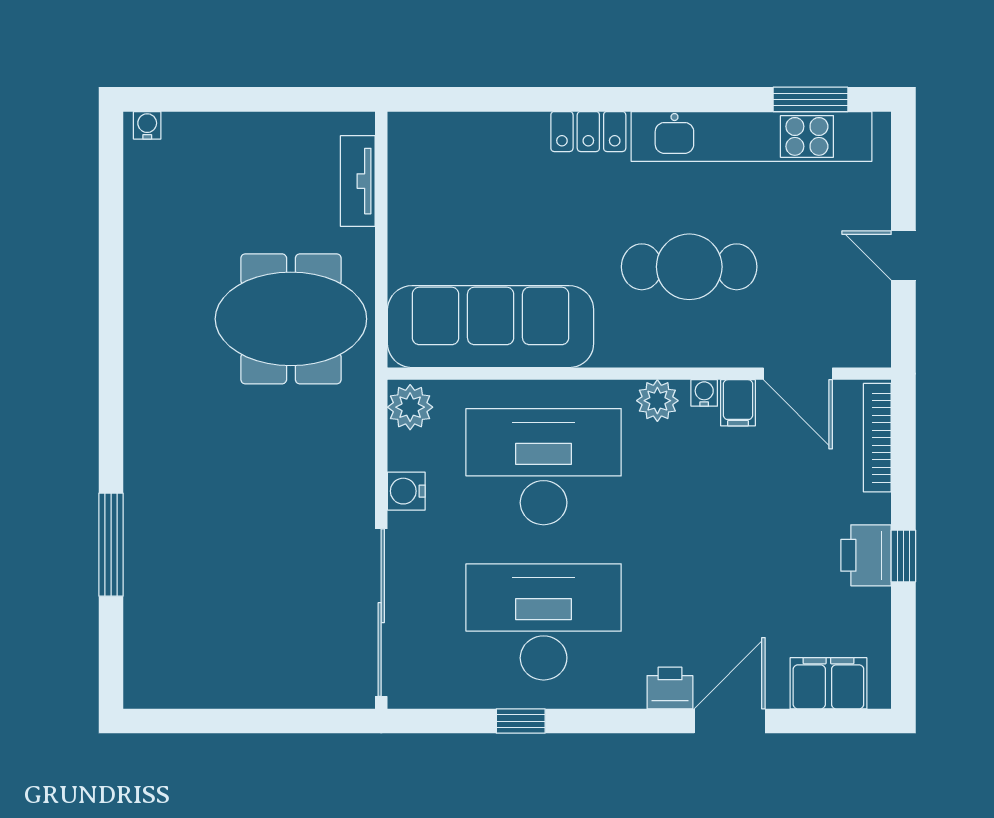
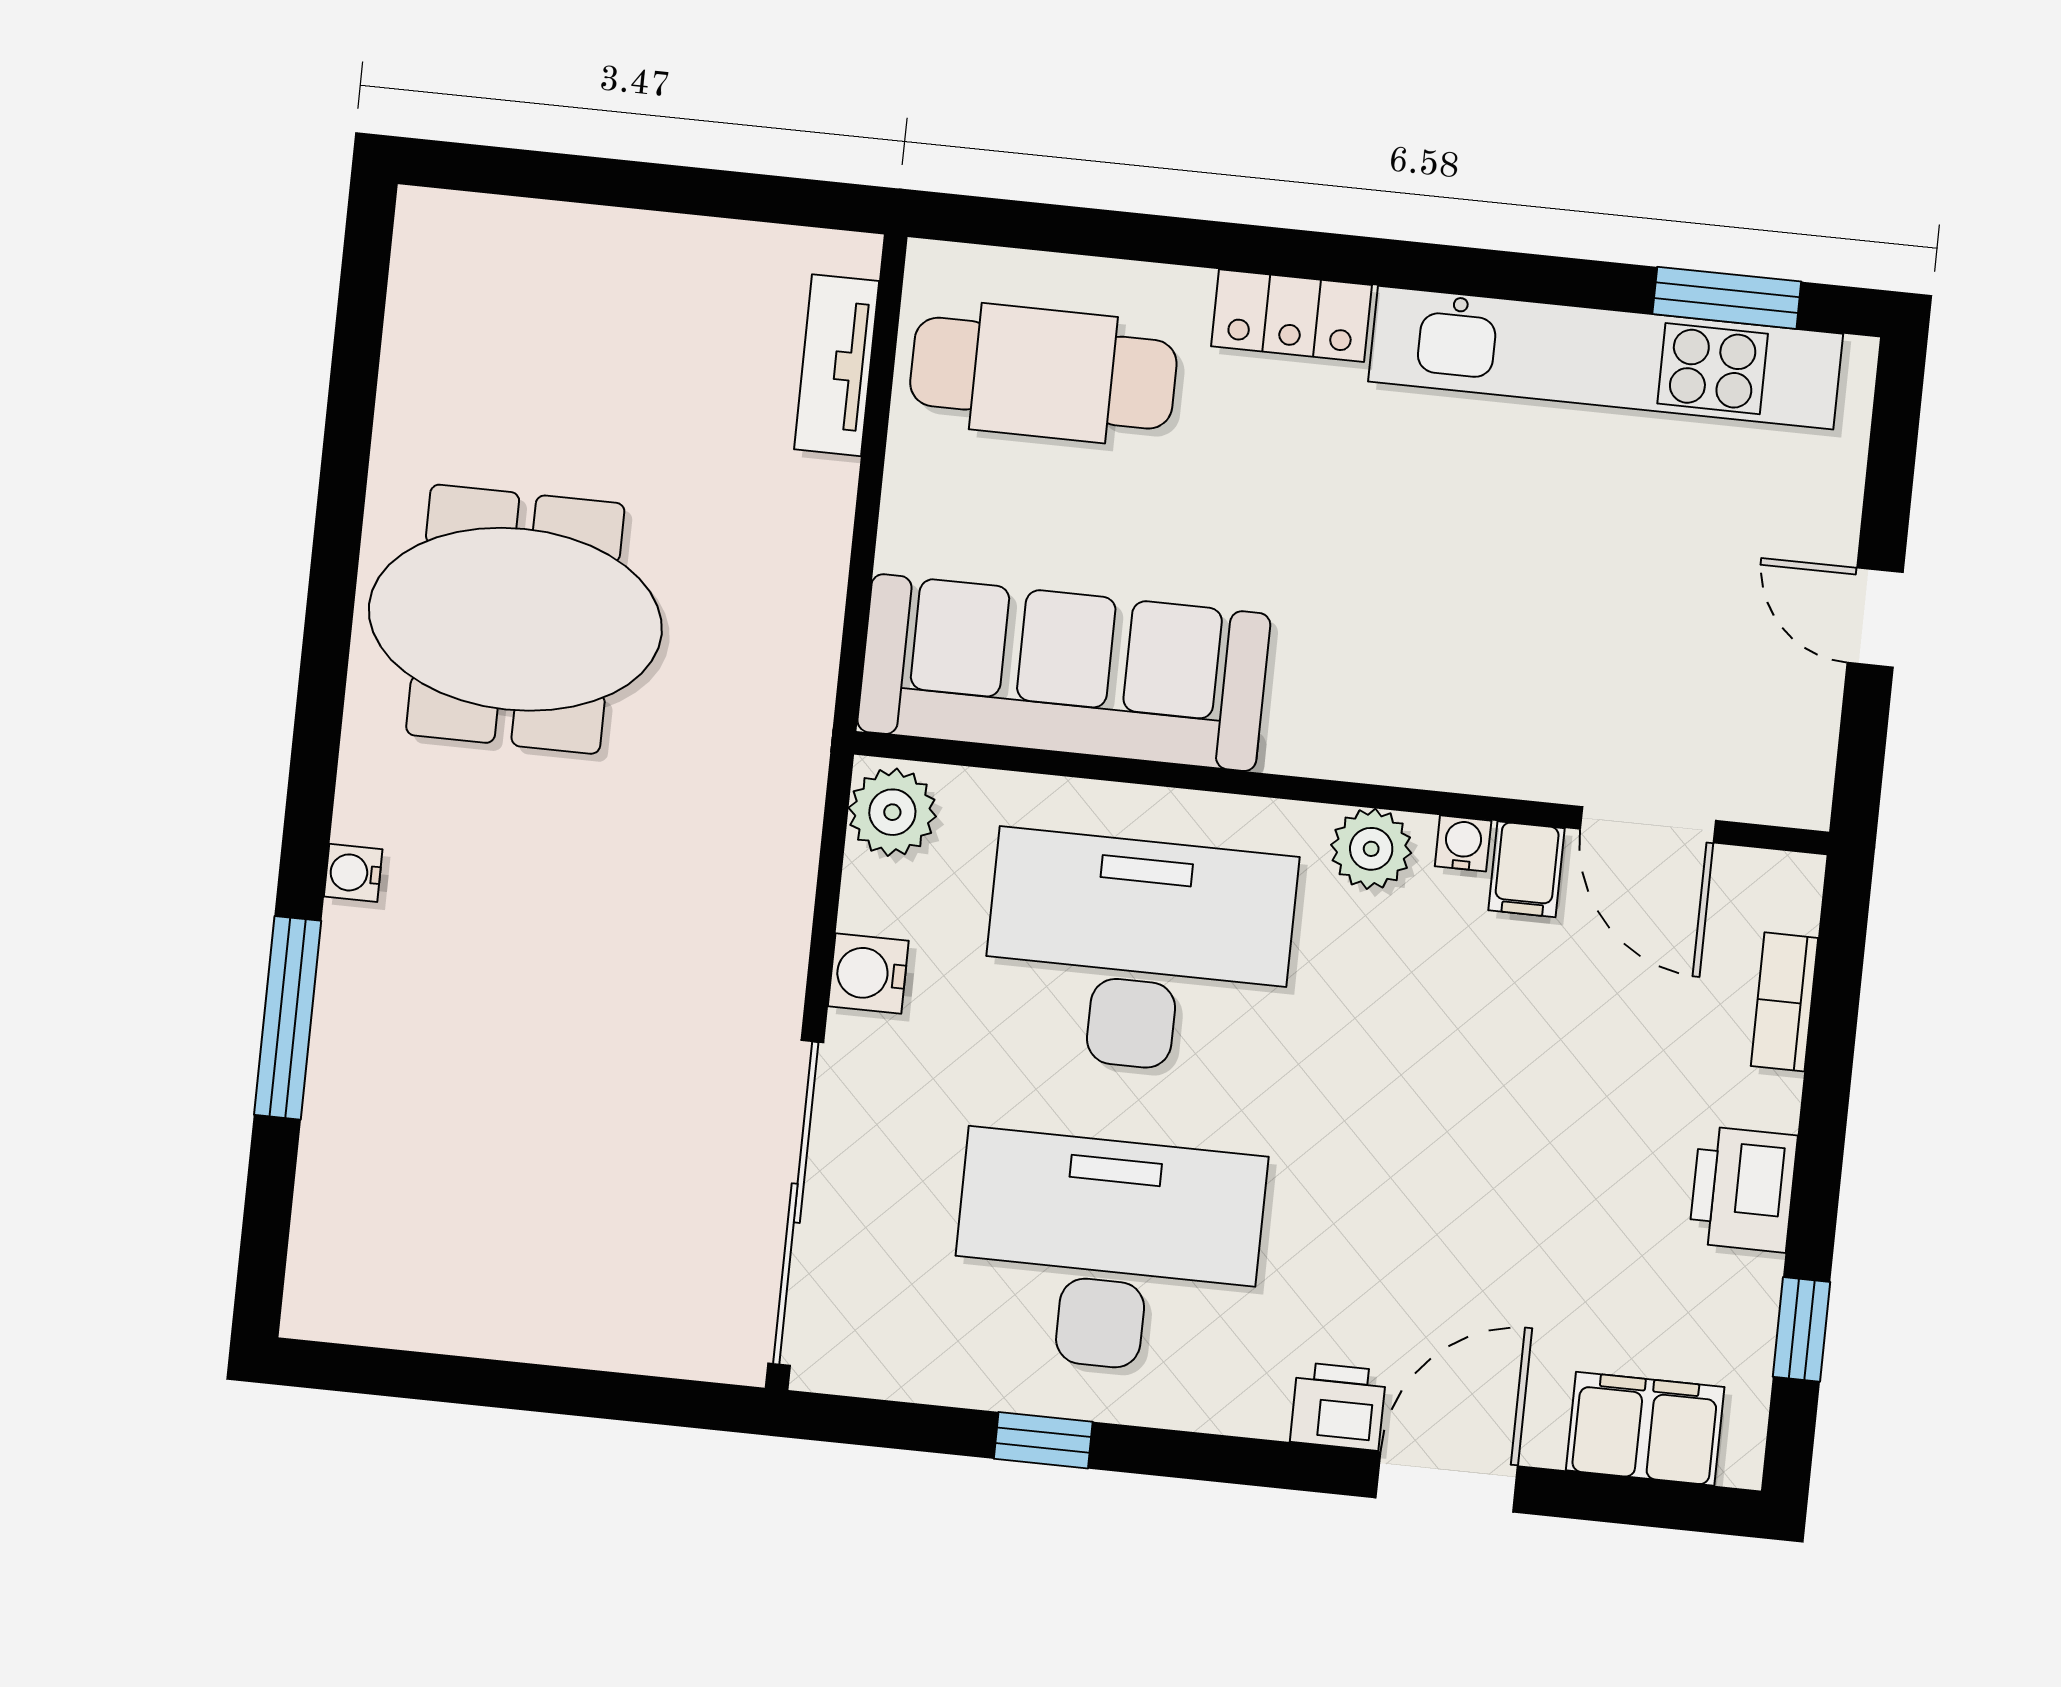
water cooler: (147, 125) -> (353, 873), moved, turned -90
cafe table: (689, 267) -> (1043, 373), moved
meeting table: (291, 319) -> (515, 619), moved
bookcase: (877, 438) -> (1784, 1002), width x0.64
window: (903, 556) -> (1802, 1329), moved

